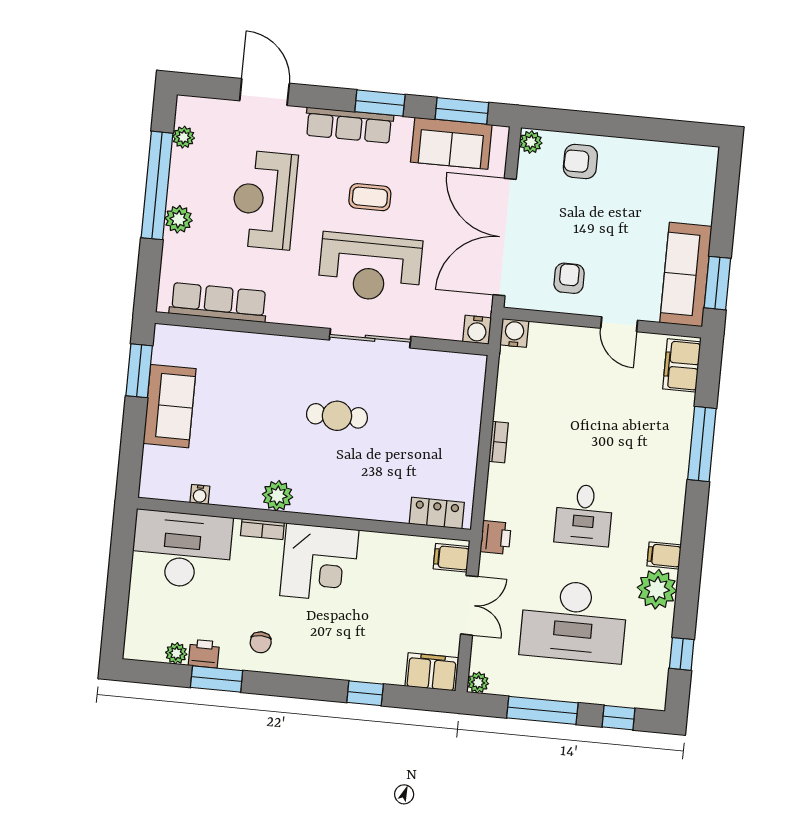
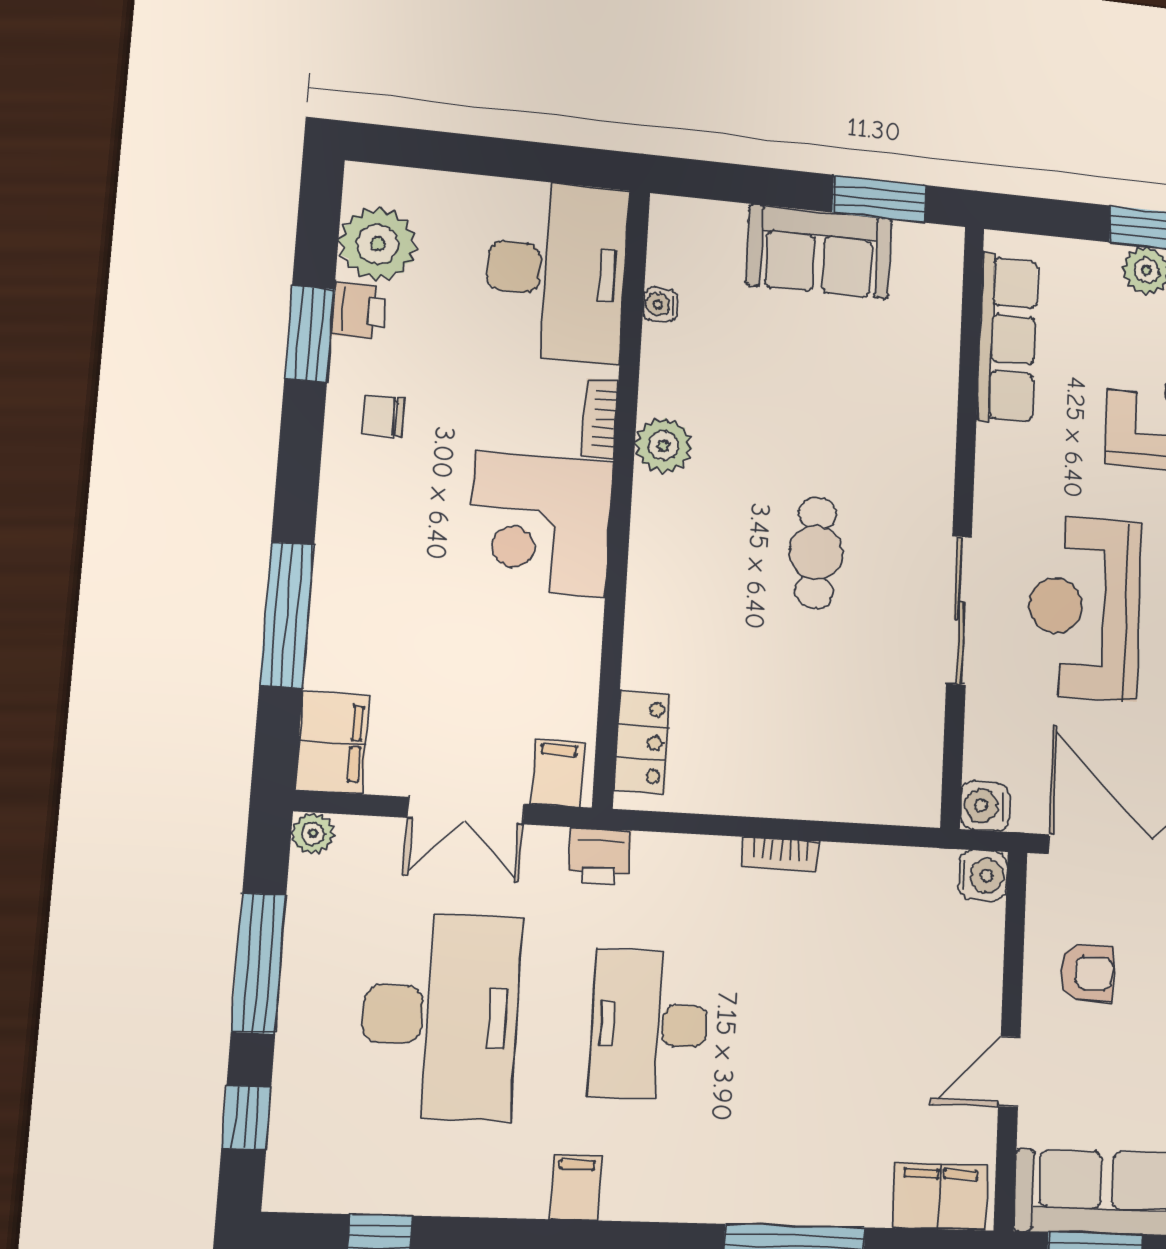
desk: (584, 515) -> (649, 1025), width x1.37
plant: (657, 589) -> (509, 1178), removed
desk: (574, 621) -> (440, 1016), turned 180
plant: (176, 653) -> (378, 244), width x1.87, depth x1.87
window: (365, 693) -> (287, 615), width x2.17

